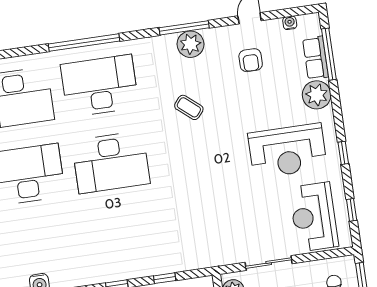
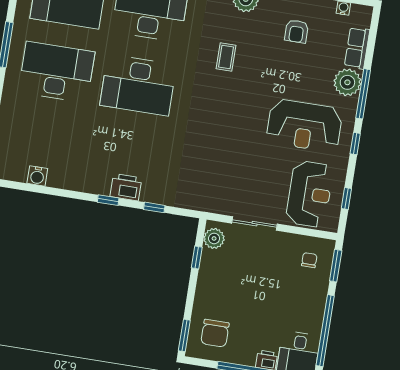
window: (329, 54) -> (363, 94), moved
coffee table: (189, 107) -> (226, 57), turned 50
reception desk: (314, 217) -> (309, 194), turned 180
printer: (130, 267) -> (126, 187), added

